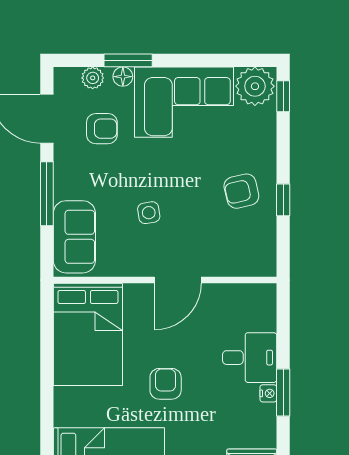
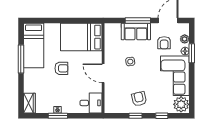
window: (283, 96) -> (162, 116), moved
sofa: (74, 237) -> (136, 32), moved
desk: (250, 358) -> (91, 103), moved, turned -90

